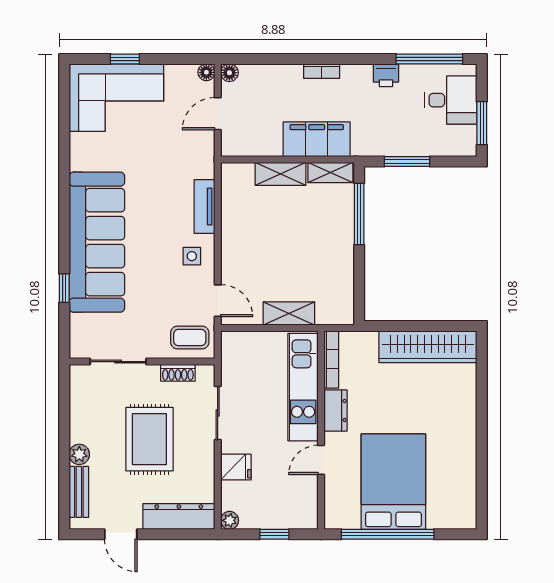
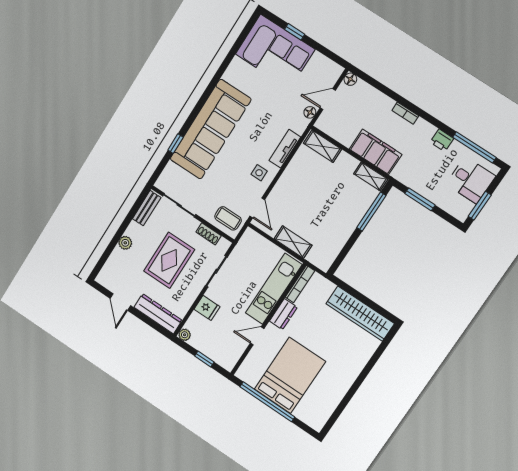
floor lamp: (206, 72) -> (310, 112), moved
shelving: (281, 174) -> (322, 146), moved
bench: (79, 492) -> (147, 208), moved

